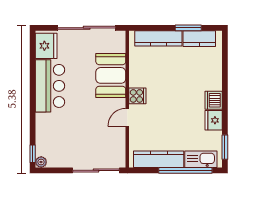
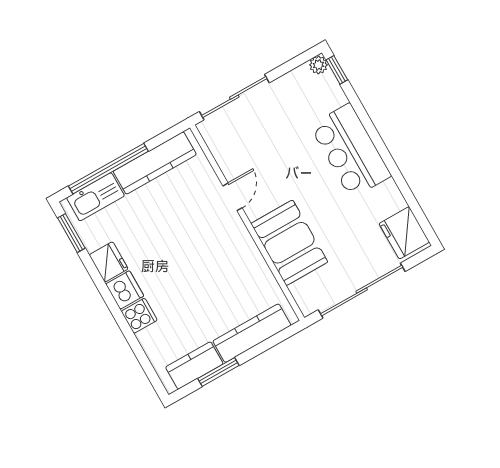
bar counter: (50, 86) -> (350, 151), moved
cooker: (137, 96) -> (139, 316), moved, turned 180

